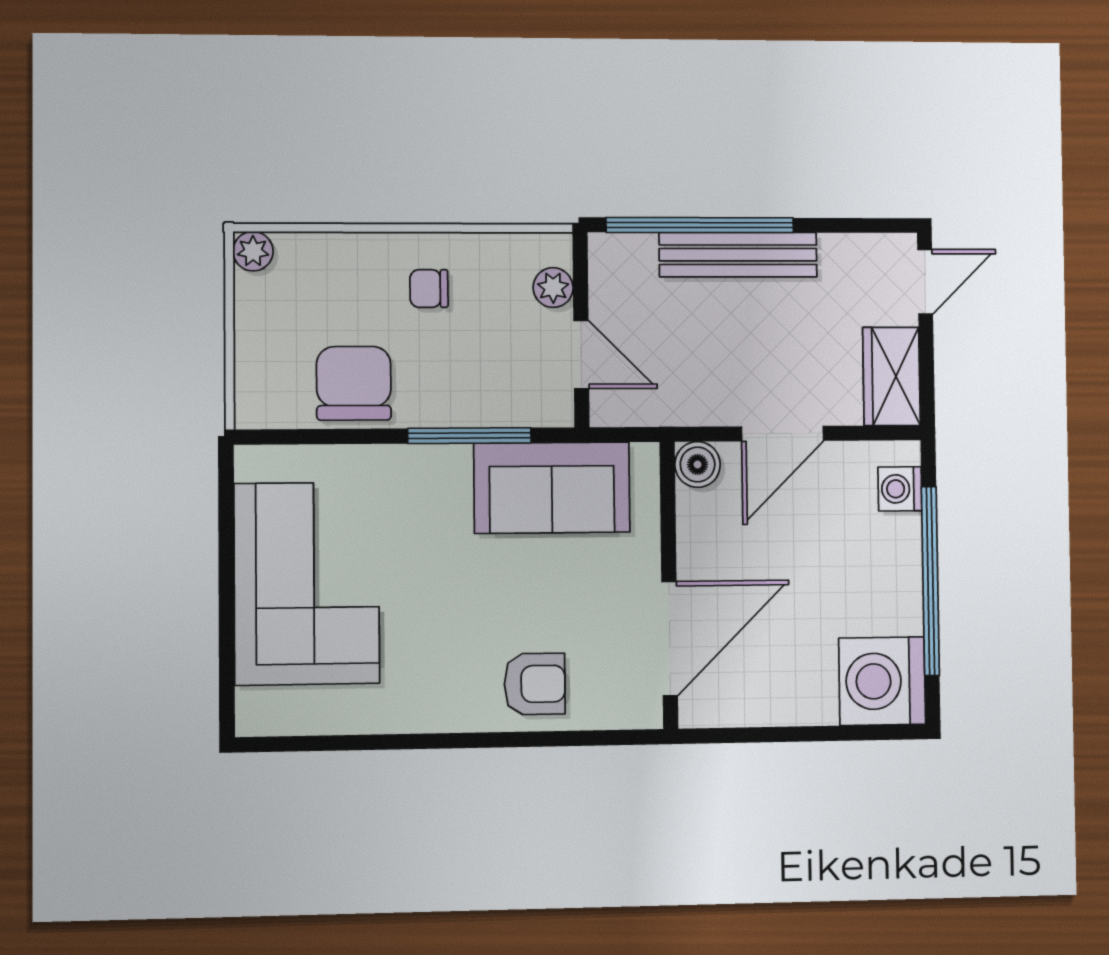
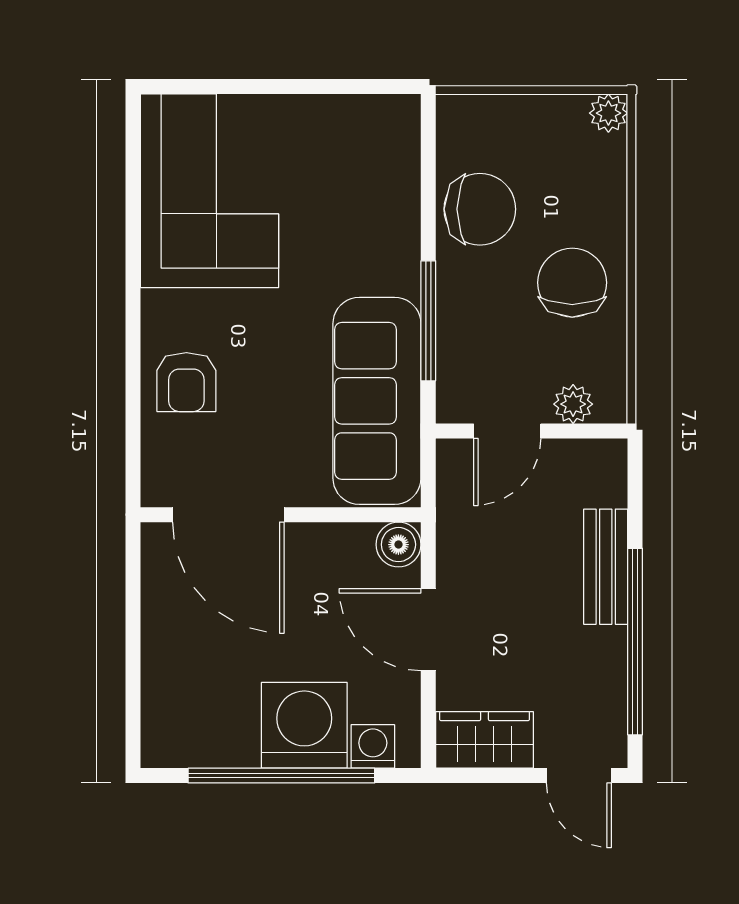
window: (700, 225) -> (635, 642), moved
bench: (738, 255) -> (606, 567), width x0.73
chair: (429, 289) -> (572, 283), width x1.87, depth x1.87
sofa: (552, 488) -> (377, 401), width x1.36
corner sofa: (307, 583) -> (210, 191), moved, turned -90
washing machine: (882, 681) -> (304, 725), moved

